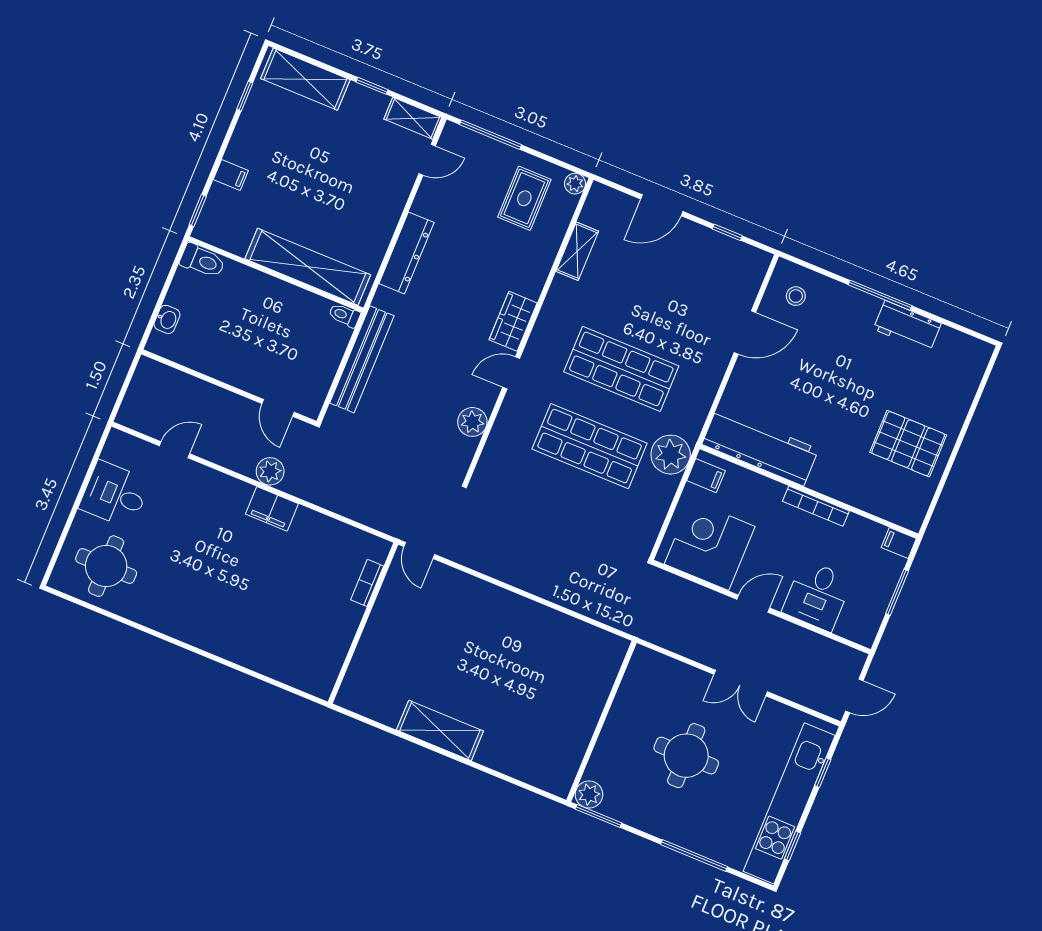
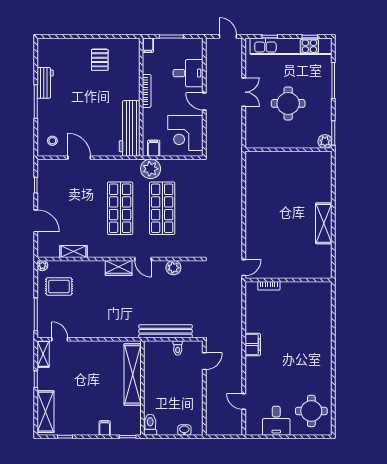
dresser: (406, 253) -> (107, 331), removed
toilet: (344, 315) -> (178, 348), moved
pallet: (908, 444) -> (100, 60), width x0.67, depth x0.71
plant: (270, 471) -> (236, 353), removed

